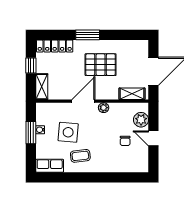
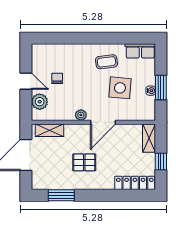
window: (88, 35) -> (61, 195), moved
pallet: (101, 65) -> (84, 162), width x0.67, depth x0.71

